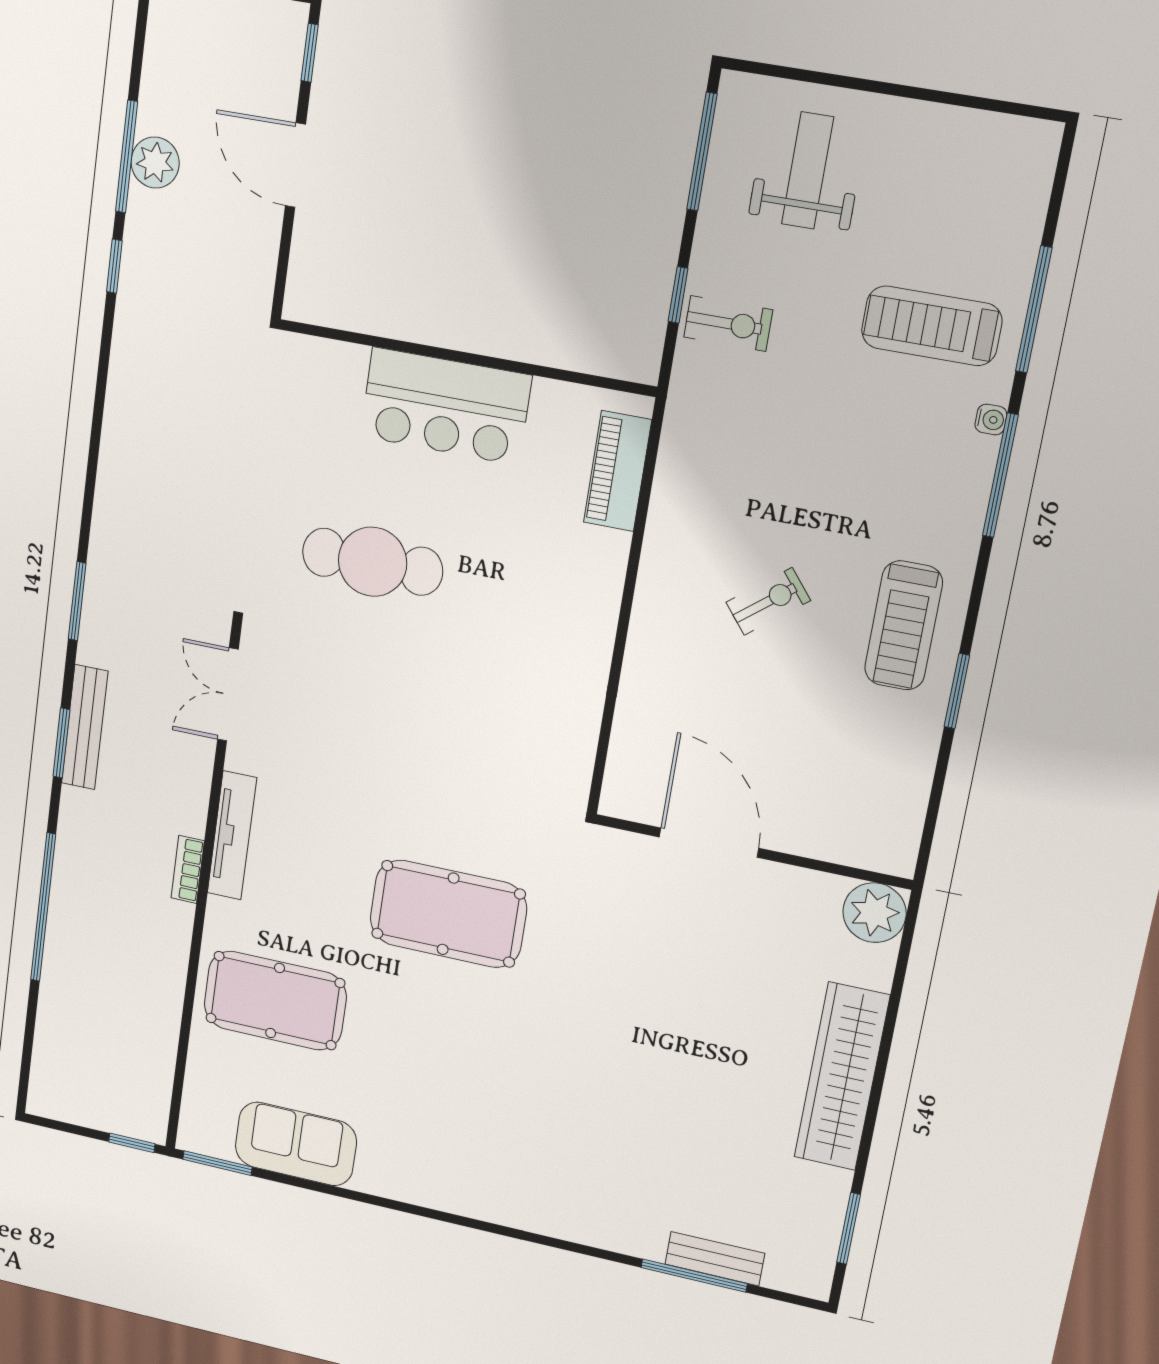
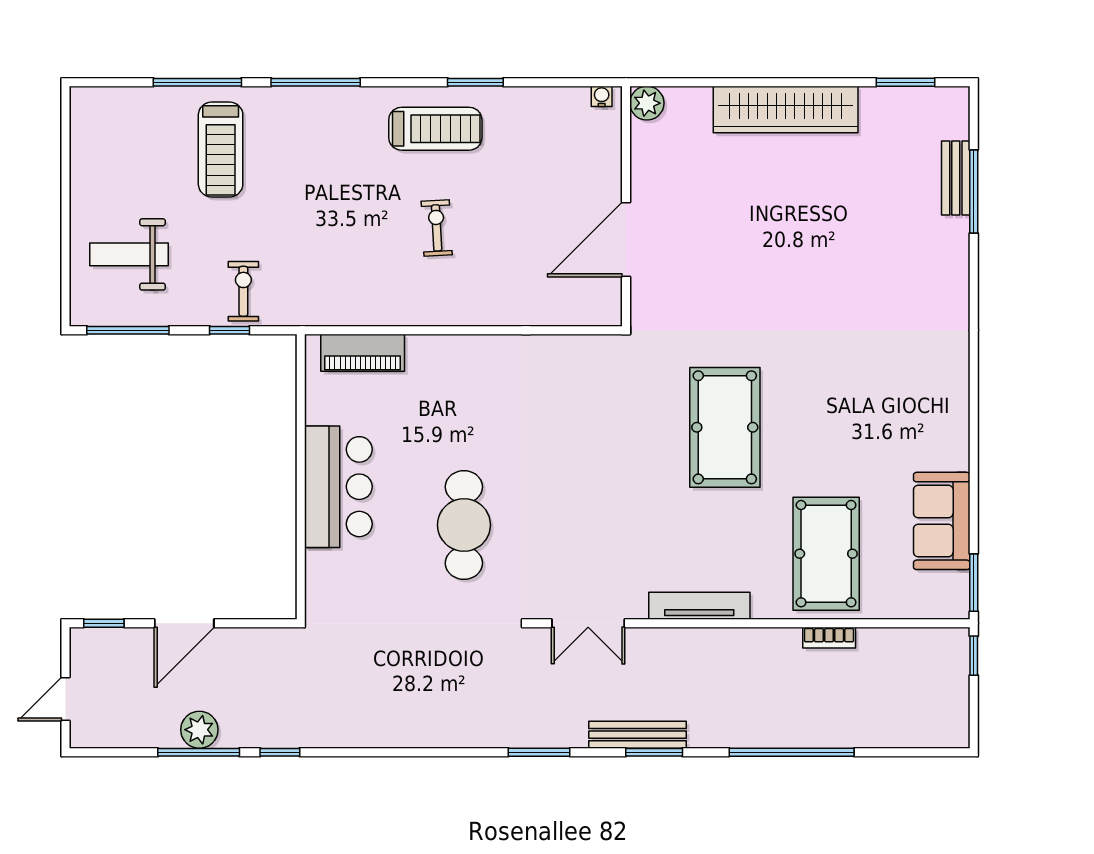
water cooler: (991, 419) -> (602, 96), moved
exercise bike: (768, 601) -> (437, 228), turned 36
bookcase: (188, 869) -> (829, 638), moved
plant: (874, 913) -> (647, 103), width x0.73, depth x0.73

